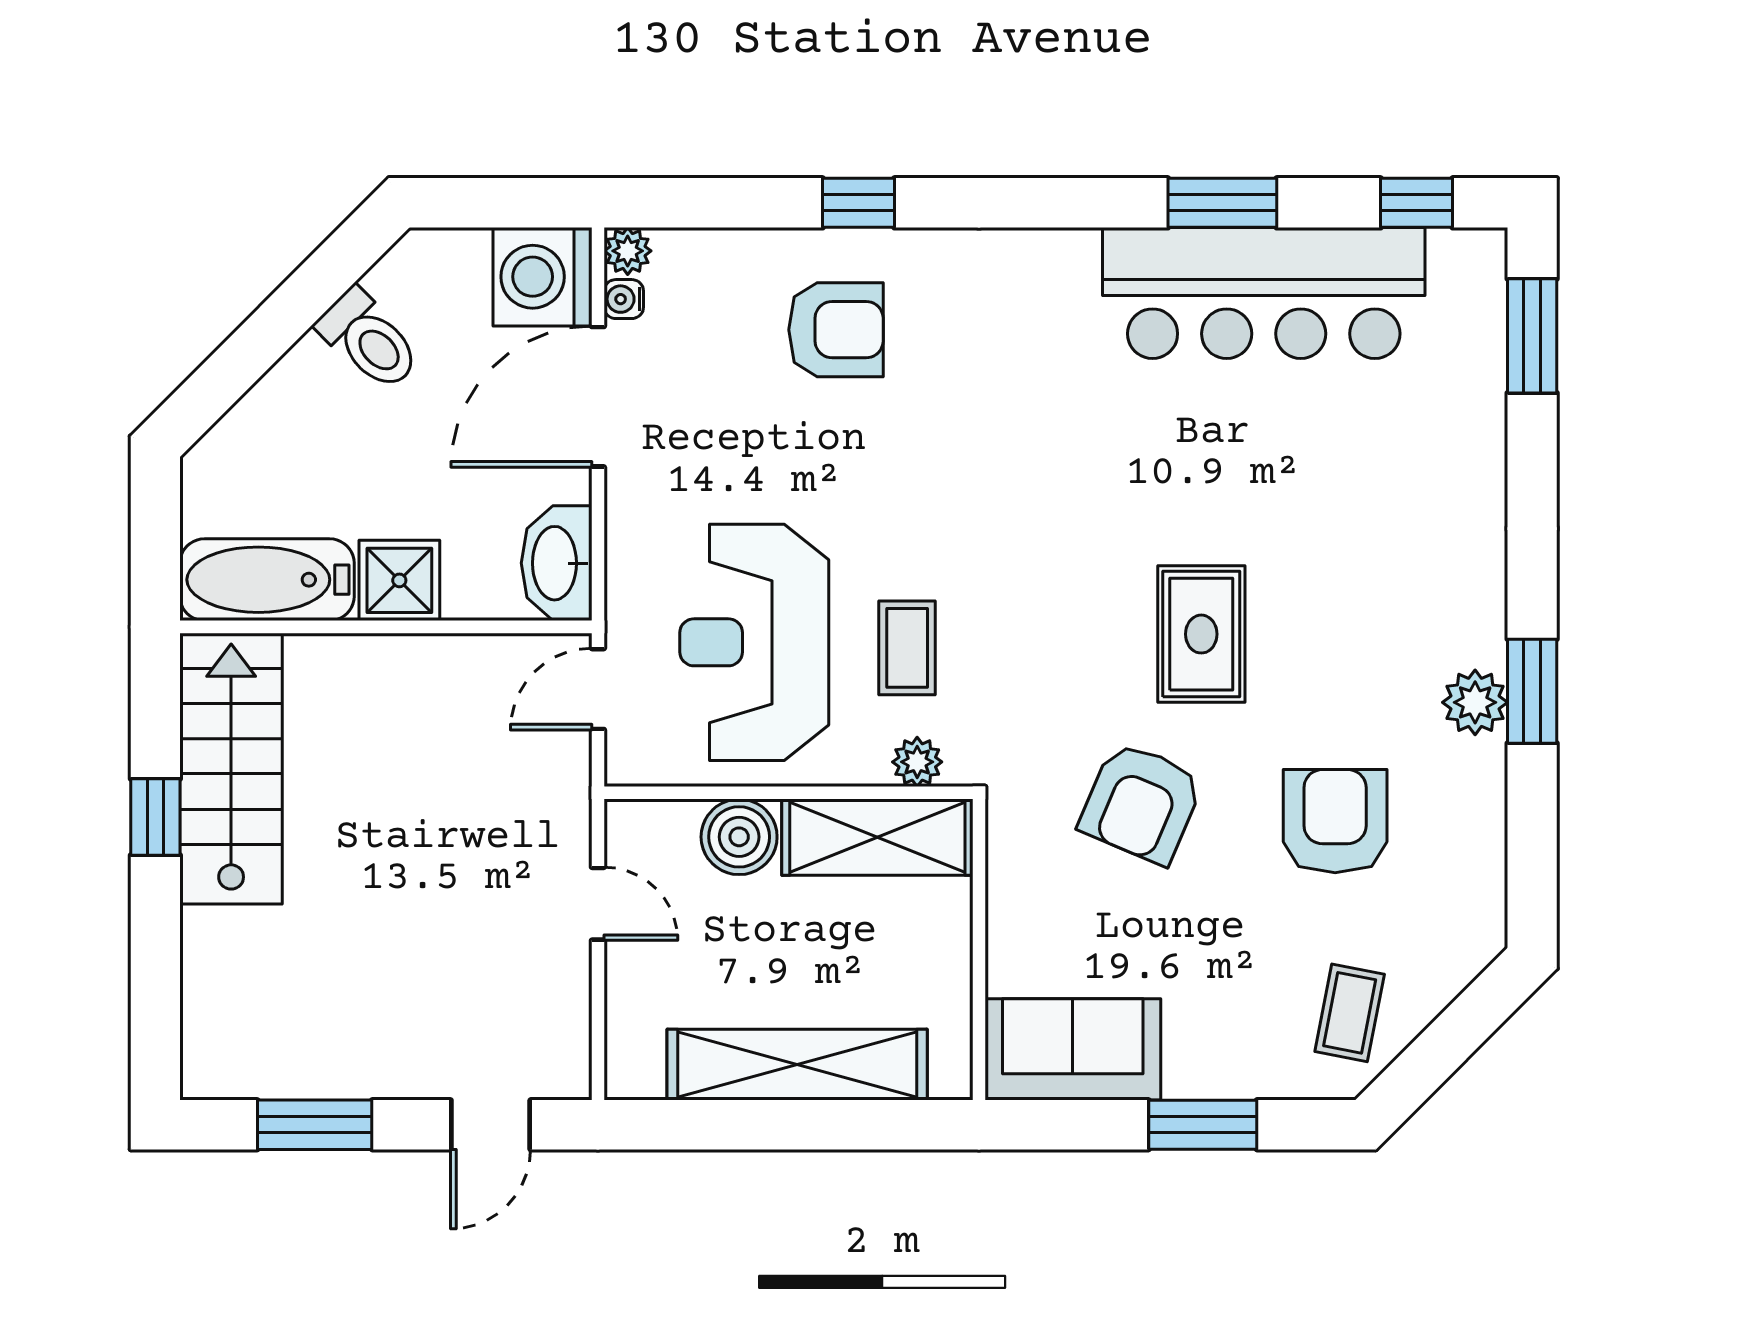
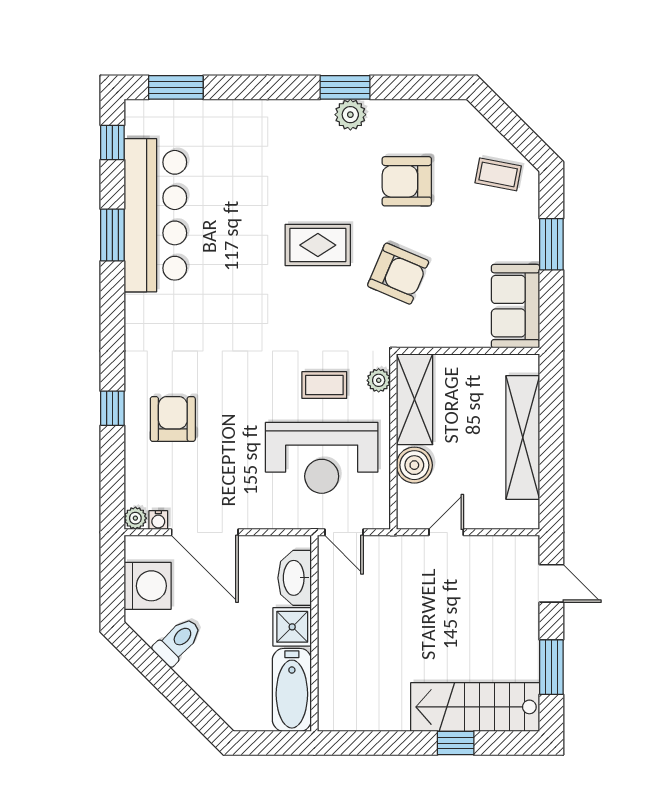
washing machine: (542, 277) -> (148, 586), moved, turned -90
washbasin: (557, 563) -> (295, 578), moved, turned 90
stairs: (231, 769) -> (475, 707), moved
window: (155, 817) -> (456, 743), moved

